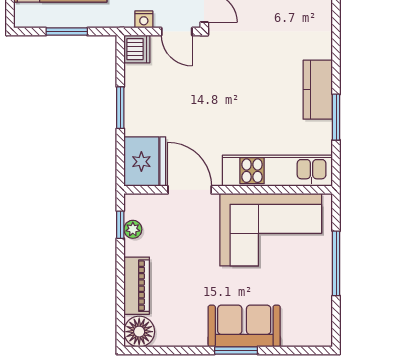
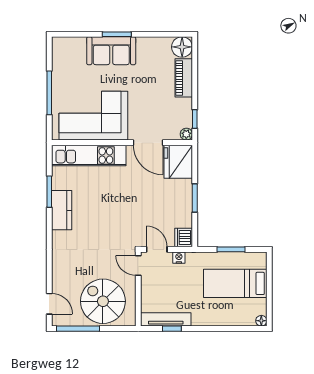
plant: (133, 229) -> (186, 134), moved

